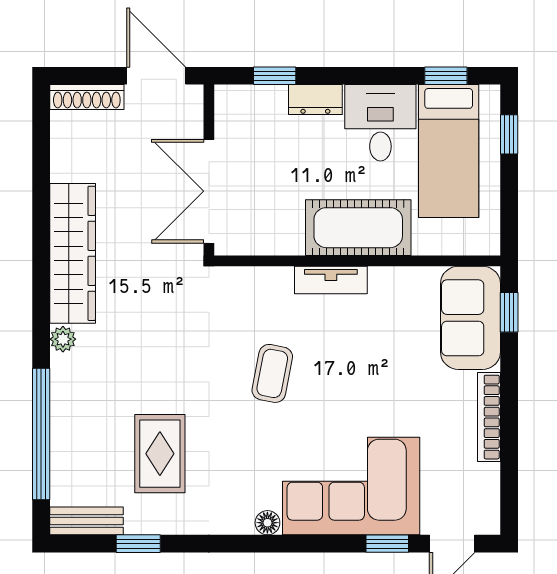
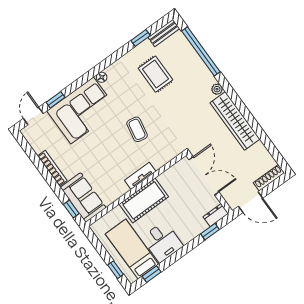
dresser: (315, 100) -> (216, 215), moved

